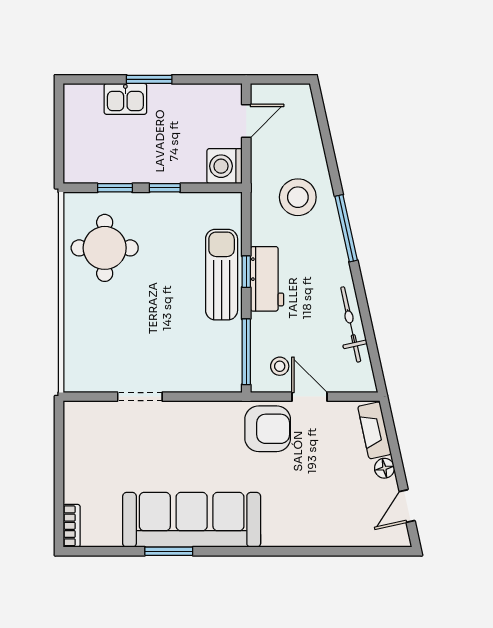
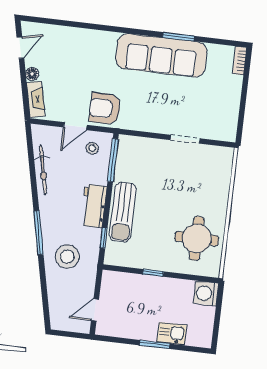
washing machine: (225, 166) -> (206, 293), moved, turned 180
window: (115, 188) -> (185, 277), removed
window: (246, 272) -> (104, 238), moved
door: (310, 397) -> (75, 126), hinge flipped

